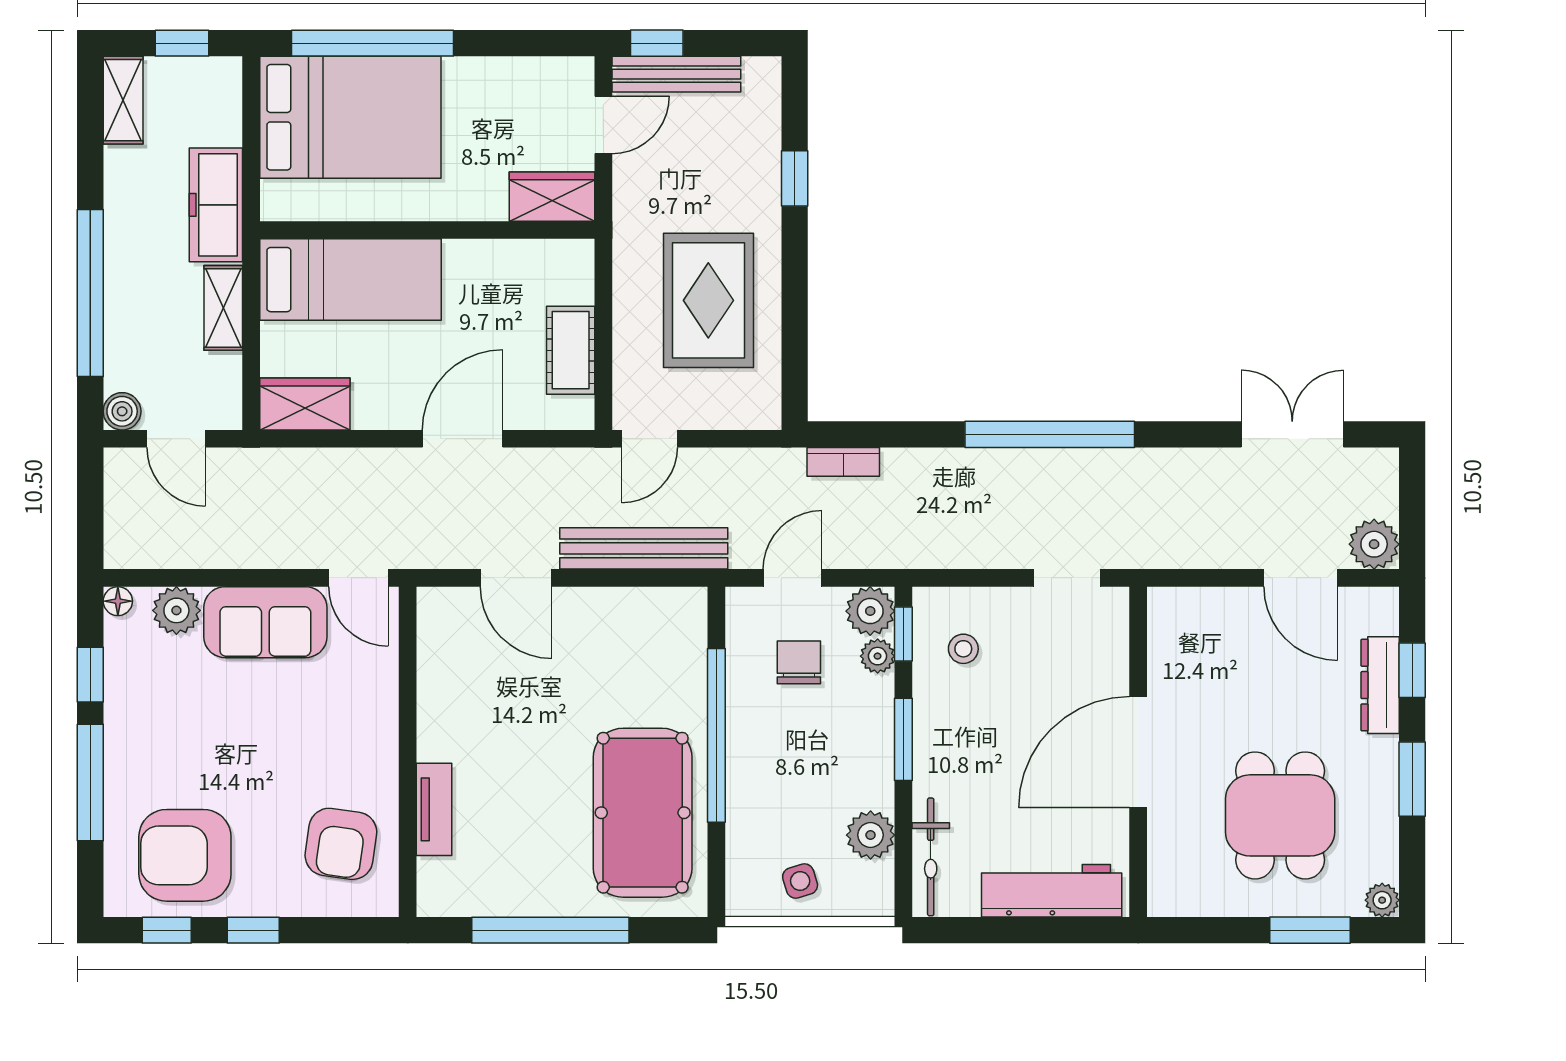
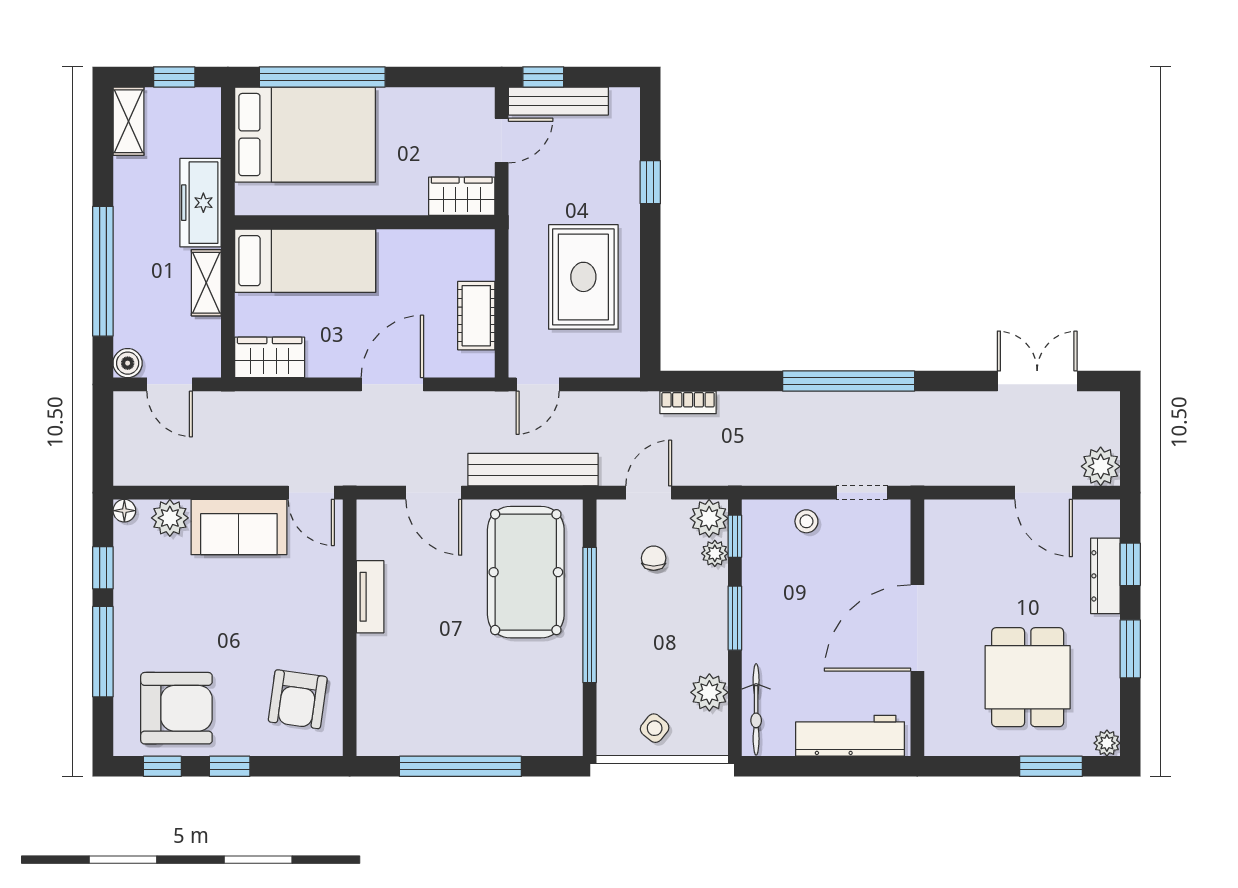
stool: (963, 649) -> (806, 521), moved
chair: (799, 662) -> (654, 558), width x0.73, depth x0.73
tv unit: (434, 809) -> (370, 597), moved
pool table: (643, 813) -> (526, 572), moved
armchair: (185, 855) -> (176, 708), turned 180
side table: (800, 881) -> (655, 728), turned -34

